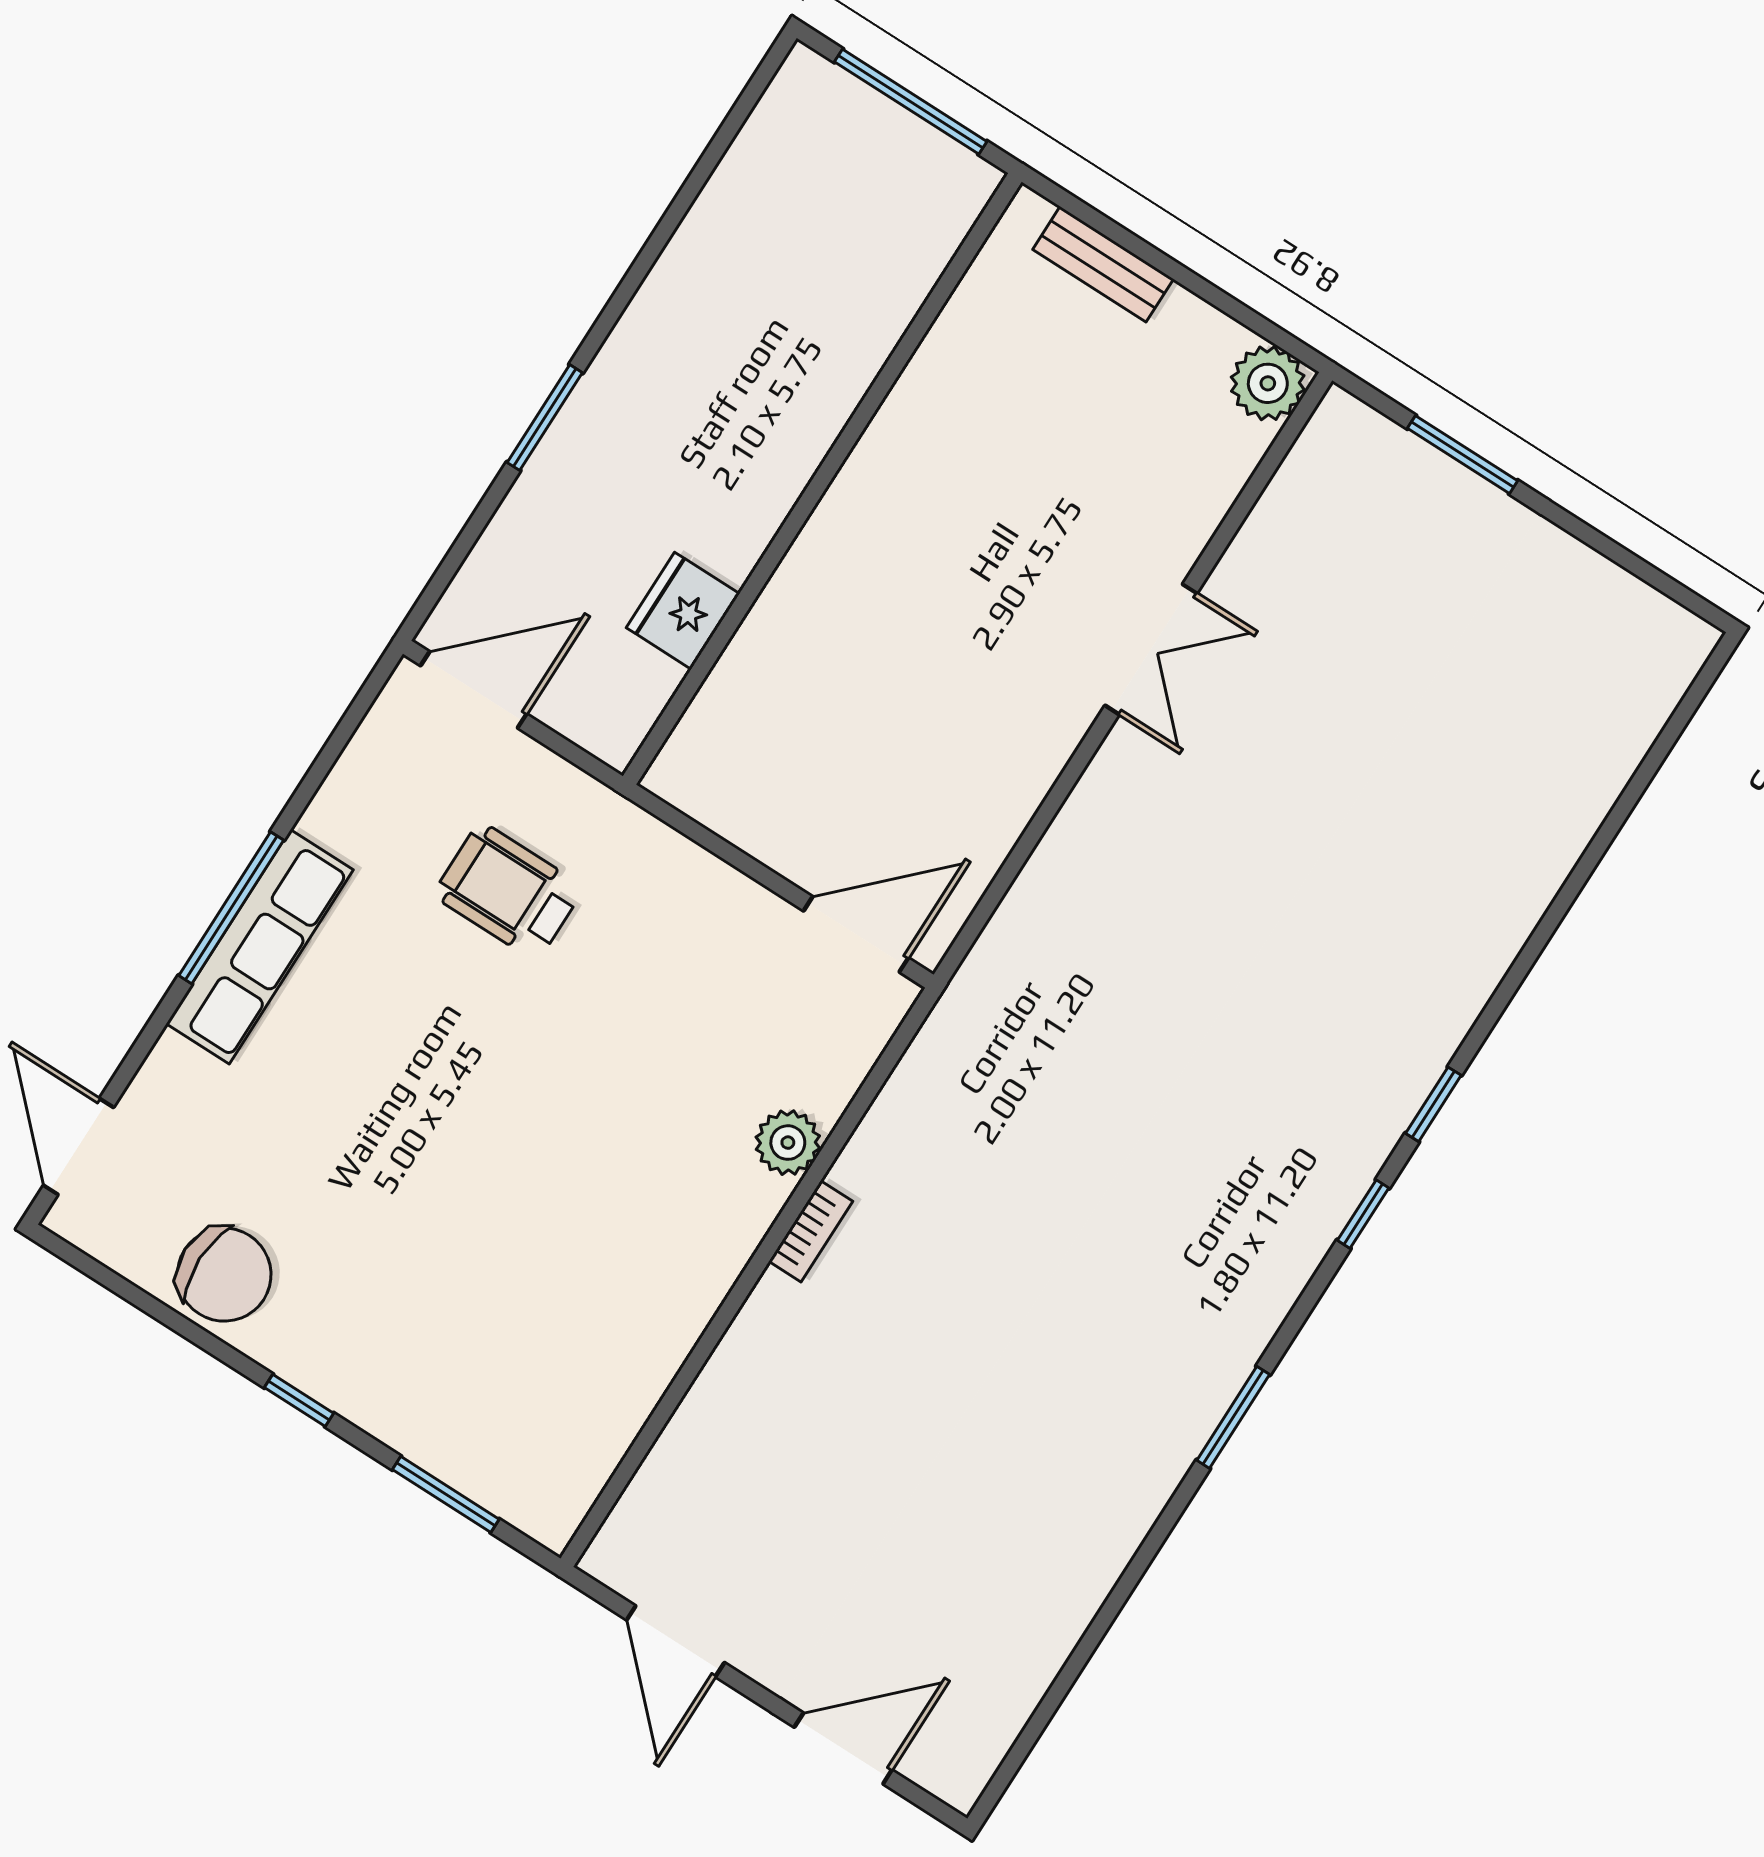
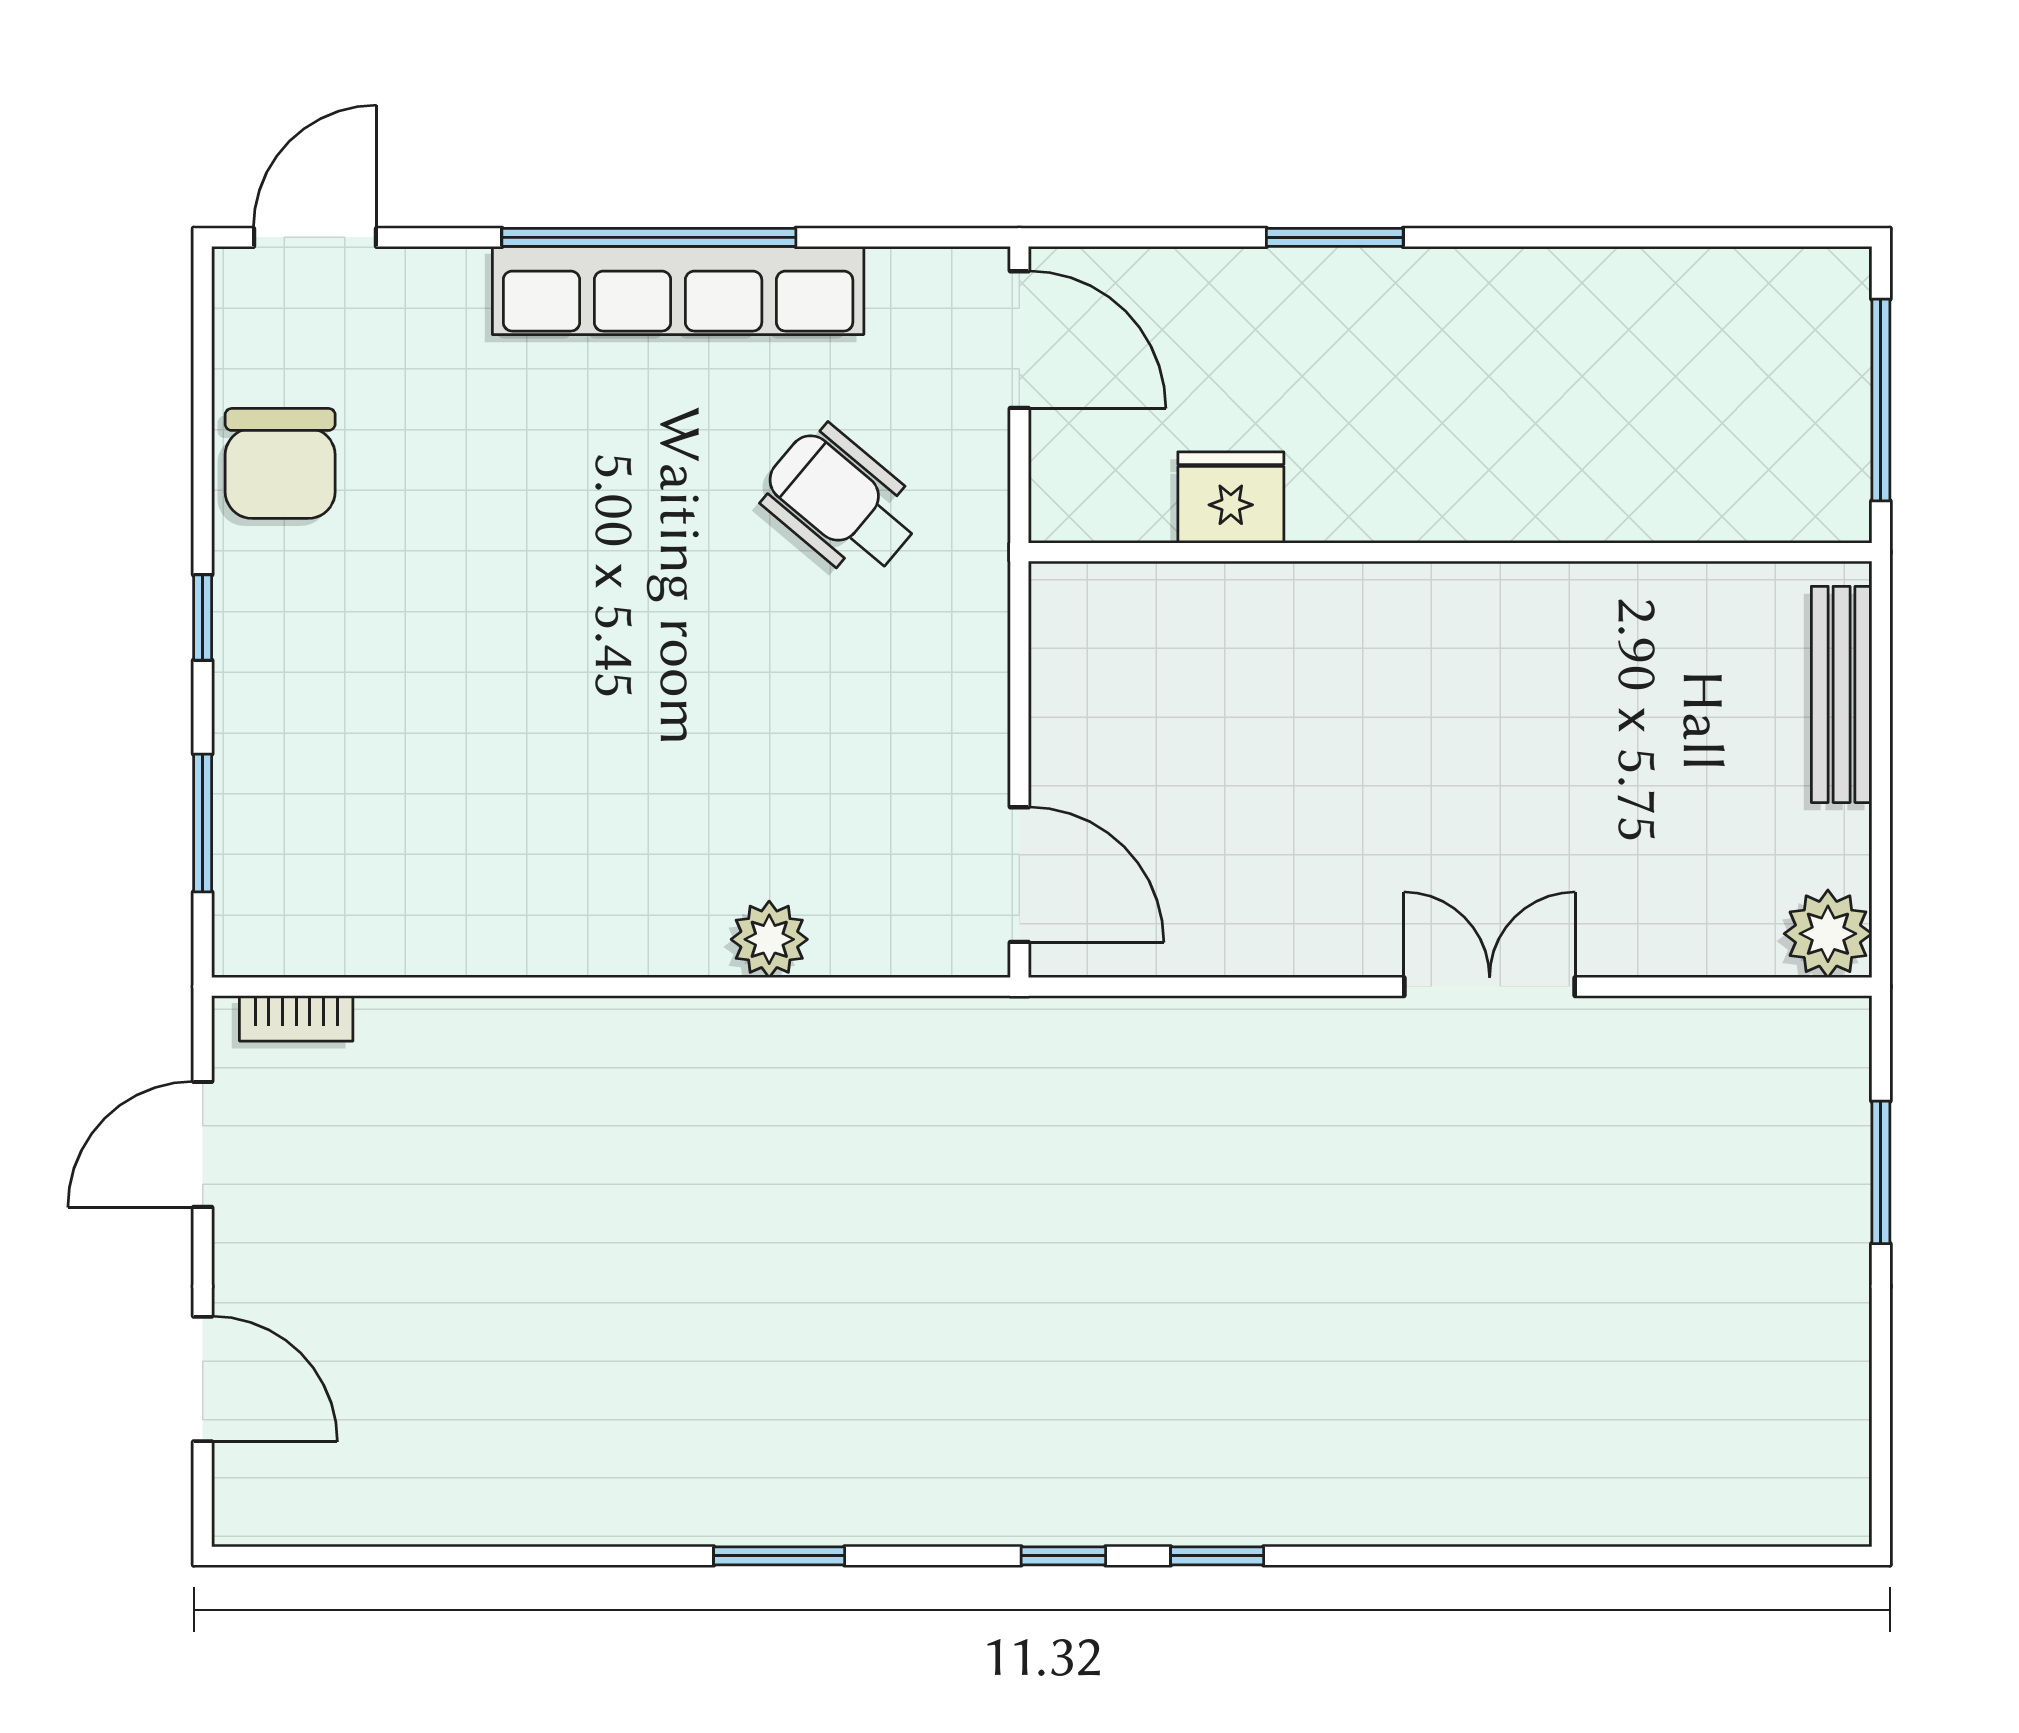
bench: (1103, 264) -> (1842, 694), width x1.36
double door: (1151, 649) -> (1490, 987), swing flipped
wheelchair: (508, 891) -> (841, 502), turned -50
window: (231, 908) -> (649, 237), width x1.46
row of seats: (260, 947) -> (678, 290), width x1.36
bookcase: (811, 1231) -> (296, 1018), moved

